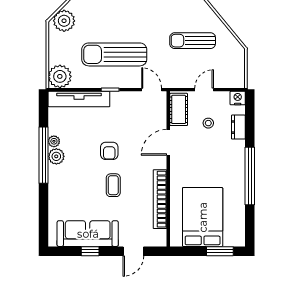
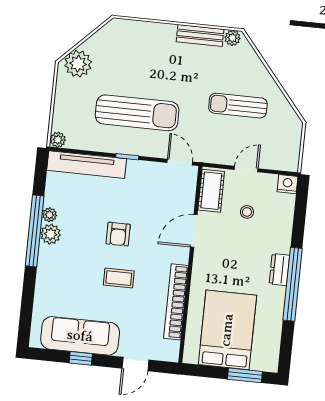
sun lounger: (114, 54) -> (137, 113), turned 180
plant: (60, 76) -> (58, 140), width x0.53, depth x0.53
dresser: (238, 127) -> (279, 270), moved
coffee table: (113, 185) -> (119, 278), turned 90

